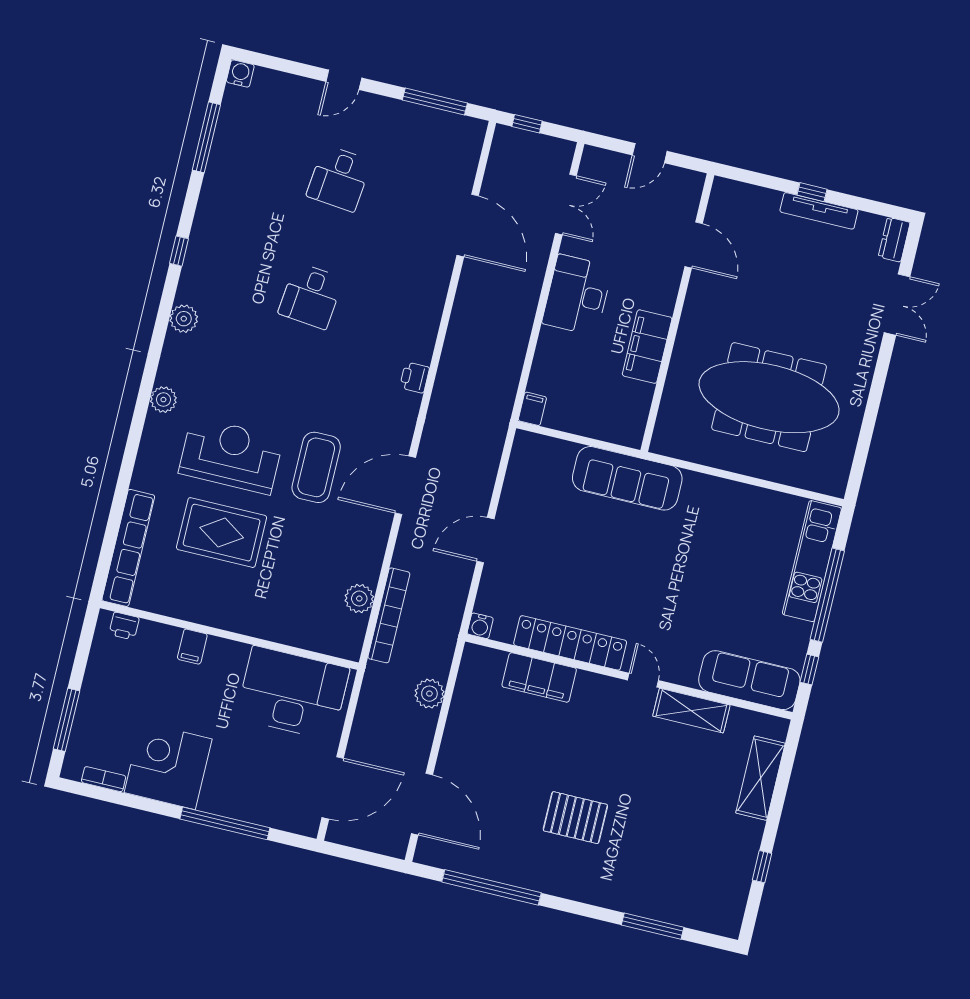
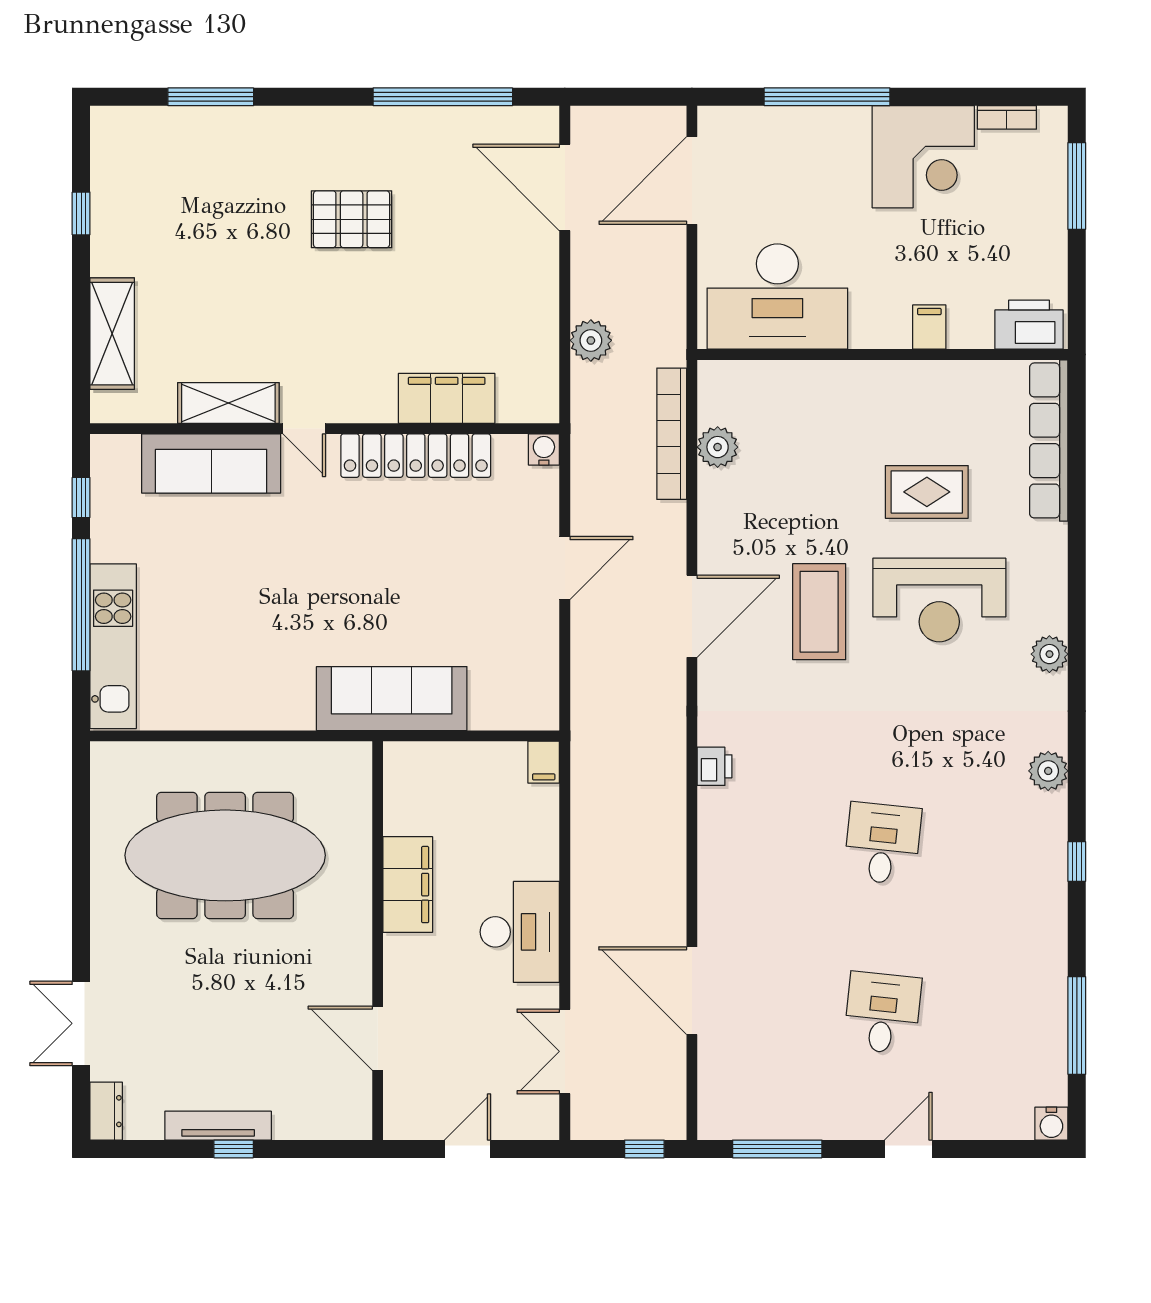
rug: (222, 533) -> (927, 492), width x0.73, depth x0.70
printer: (124, 626) -> (1029, 325), width x1.87, depth x1.48
sofa: (749, 680) -> (211, 463), moved

